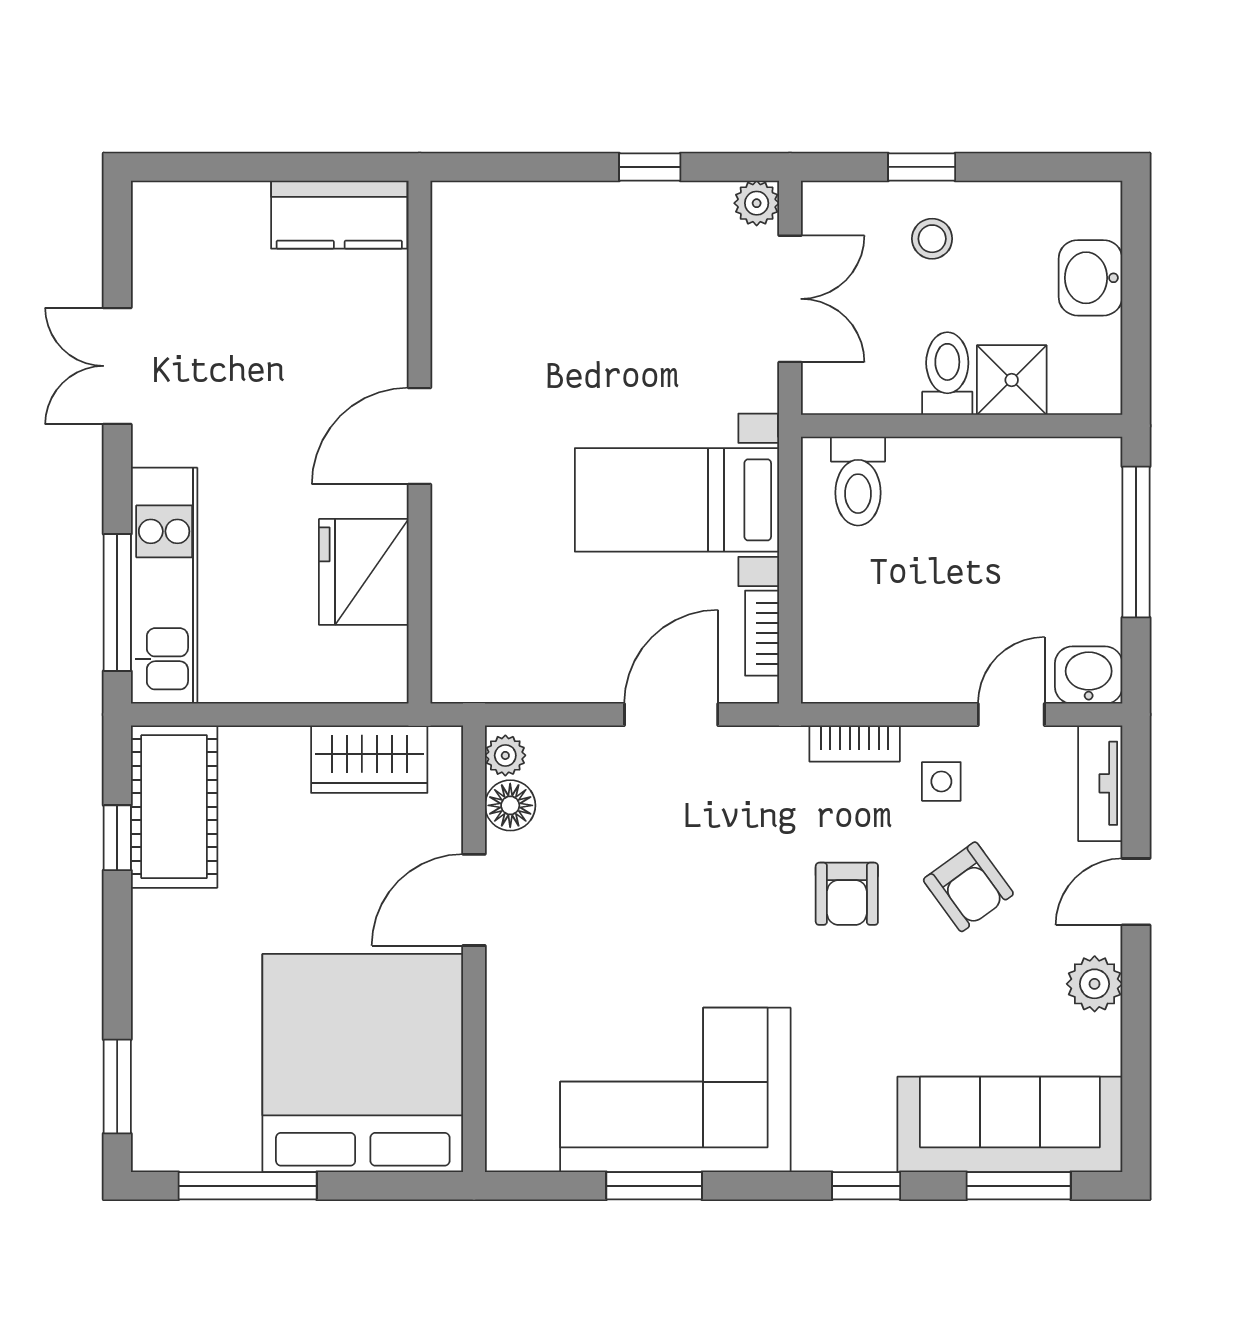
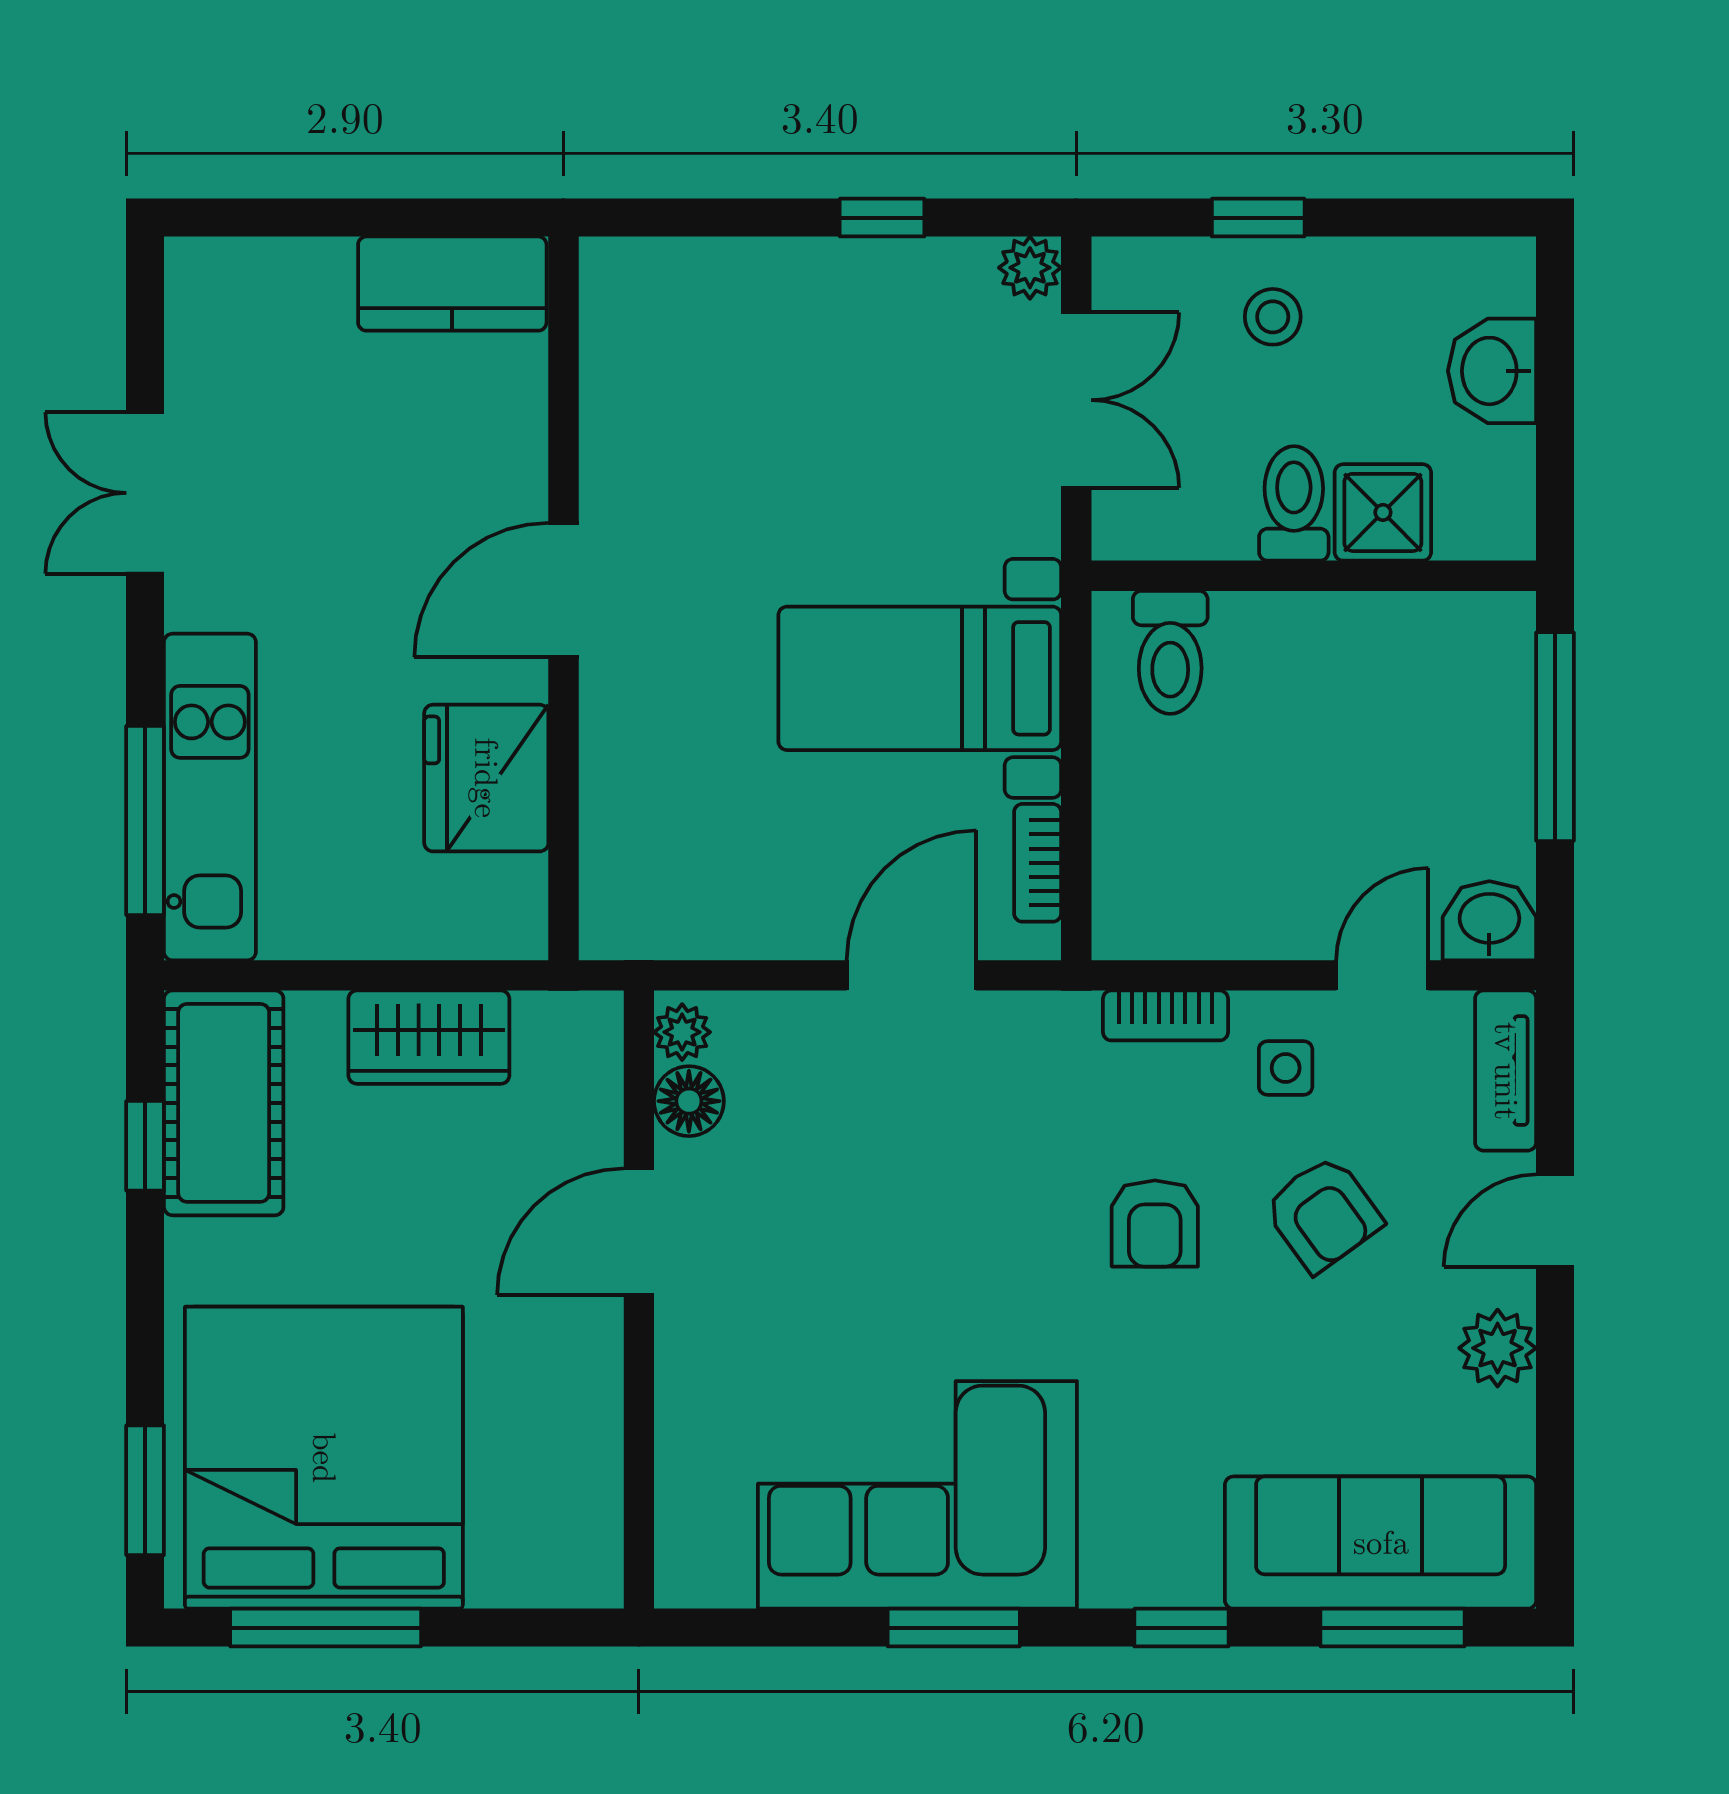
wardrobe: (369, 759) -> (429, 1037), moved
bed: (363, 1063) -> (324, 1458), moved
window: (654, 1186) -> (954, 1628), moved

